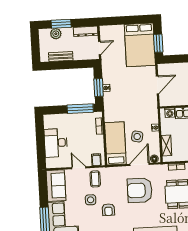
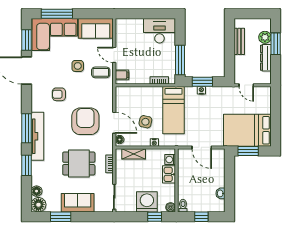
dresser: (86, 31) -> (266, 58), moved
desk: (56, 143) -> (159, 31), moved
bed: (115, 143) -> (174, 110), moved, turned 90
door: (79, 168) -> (114, 55), swing flipped
armchair: (108, 210) -> (59, 94), moved

